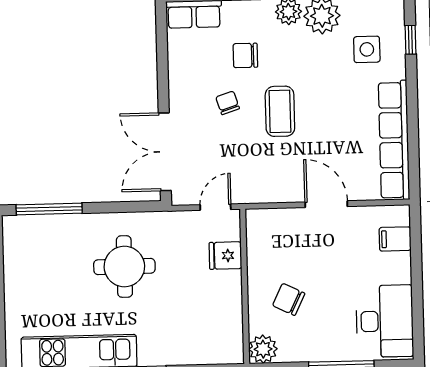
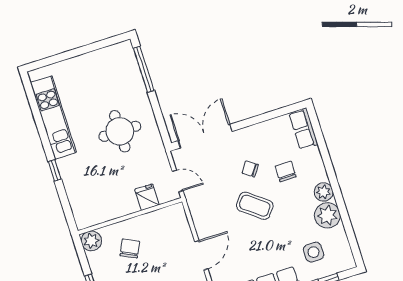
chair: (228, 103) -> (250, 169), turned -127
coffee table: (280, 111) -> (255, 206), turned 38

